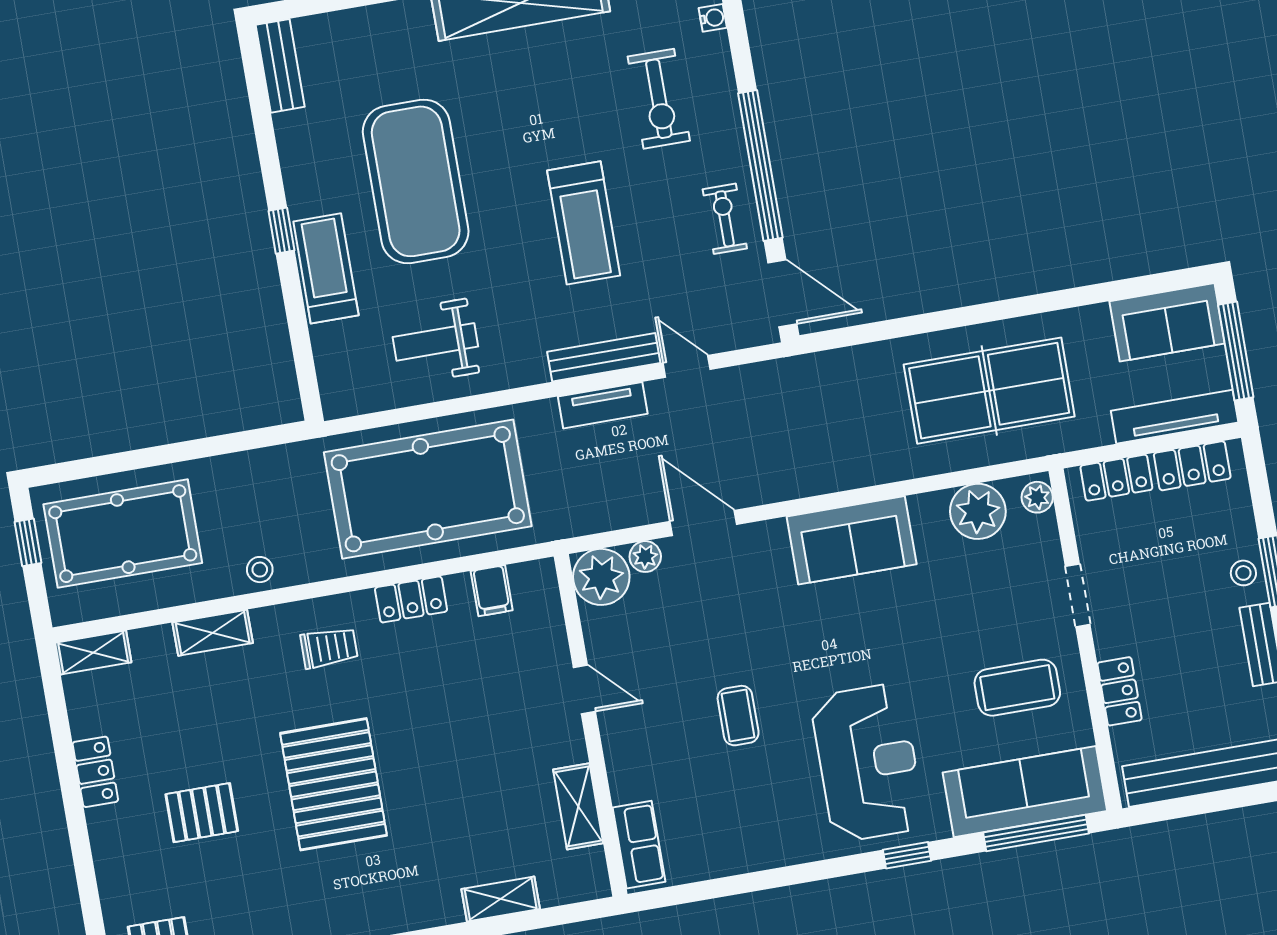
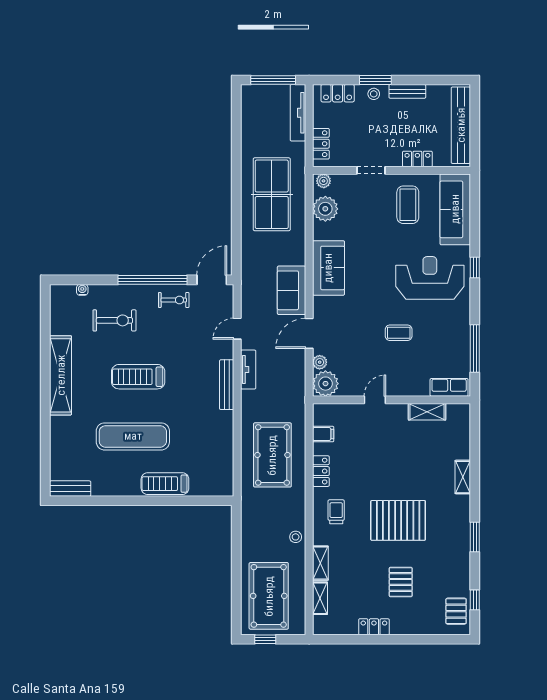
exercise mat: (416, 181) -> (133, 436), width x0.68
exercise bike: (725, 219) -> (174, 300), turned 180
treadmill: (584, 223) -> (138, 377), moved, turned 180
window: (281, 231) -> (145, 501), removed
sofa: (1167, 322) -> (292, 290), moved, turned 180
weight bench: (435, 342) -> (207, 440), removed
bench: (604, 357) -> (227, 385), moved
locker: (1192, 466) -> (338, 93), moved, turned 90
pool table: (428, 489) -> (272, 455), width x0.73, depth x0.76
shelving: (93, 652) -> (320, 598), moved
window: (1036, 833) -> (475, 349), moved
shelving: (501, 899) -> (463, 477), moved

